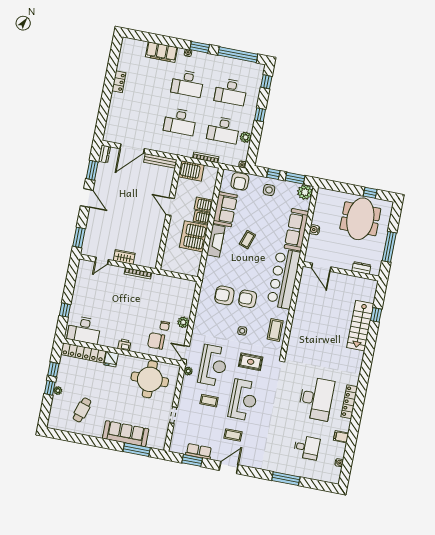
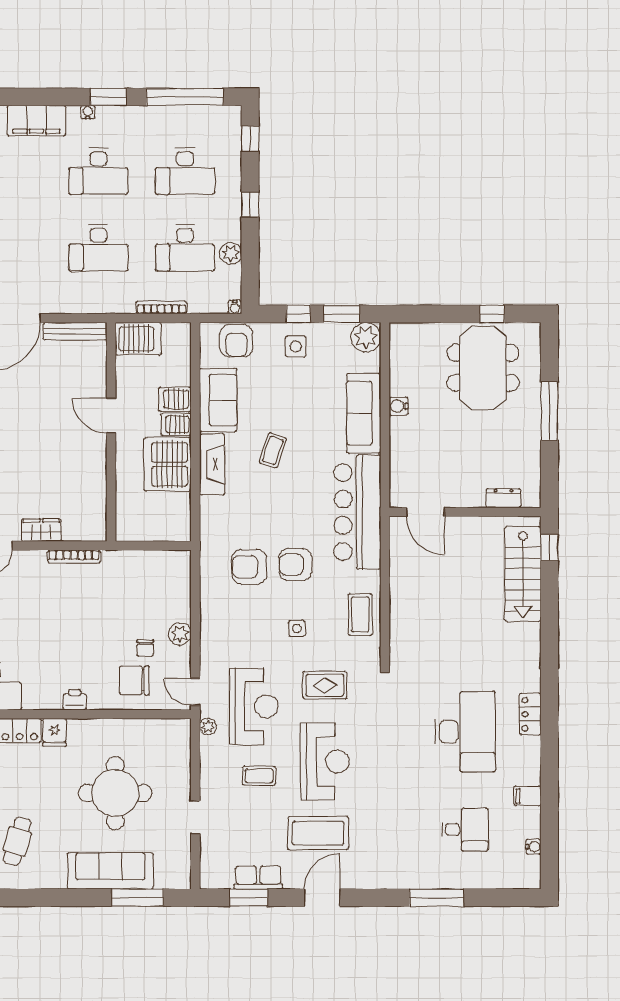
door: (321, 267) -> (426, 512), moved
dresser: (361, 268) -> (503, 498), moved
wall: (341, 271) -> (465, 512), moved
round table: (150, 379) -> (115, 793), moved
locker: (349, 402) -> (530, 714), width x0.66
coffee table: (233, 435) -> (318, 833), width x1.86, depth x1.72

